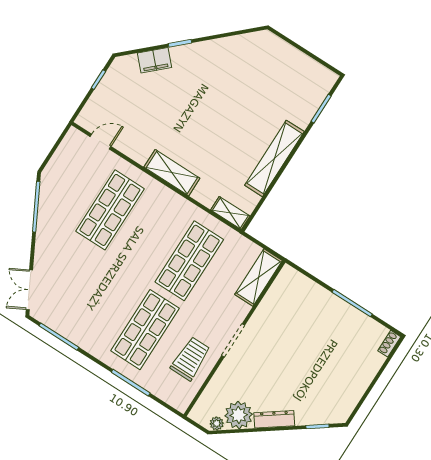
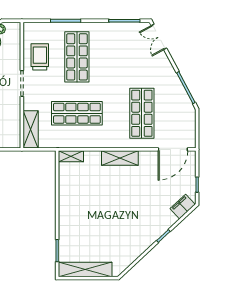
filing cabinet: (155, 60) -> (183, 207), moved
door: (100, 142) -> (173, 149), width x1.87
shelving: (274, 158) -> (85, 270), moved, turned 90
shop shelf: (189, 261) -> (77, 113), turned 90
double door: (29, 290) -> (159, 37), swing flipped
trolley: (190, 359) -> (40, 57), turned 180

